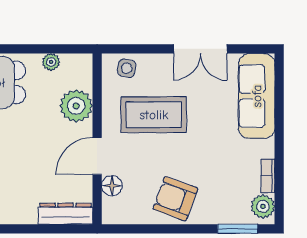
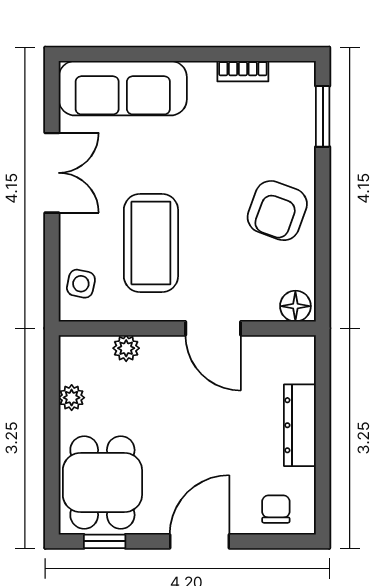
plant: (76, 106) -> (126, 348), width x0.53, depth x0.53
floor lamp: (112, 186) -> (295, 306), moved
plant: (263, 206) -> (289, 79), removed
dresser: (65, 214) -> (300, 425), moved

